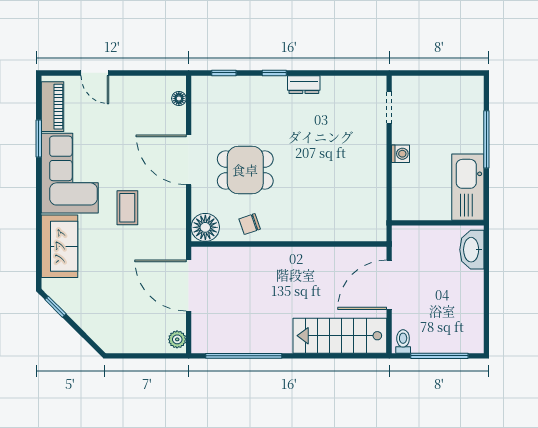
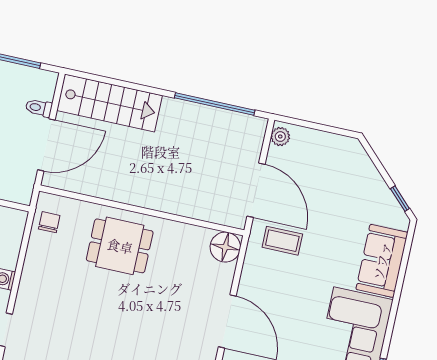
dining table: (245, 170) -> (120, 246), moved
coffee table: (127, 208) -> (282, 241), moved, turned 90
chair: (250, 224) -> (49, 222), moved, turned -71
toilet: (403, 341) -> (39, 108), moved, turned 90

